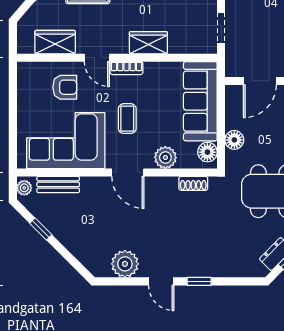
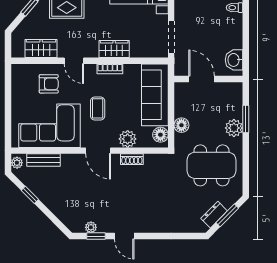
doorway: (221, 28) -> (171, 37), width x1.38
bookcase: (127, 68) -> (110, 69), moved
door: (260, 81) -> (202, 79), swing flipped
shoe rack: (193, 183) -> (132, 159), moved
plant: (125, 264) -> (91, 227), width x0.53, depth x0.53
window: (199, 281) -> (96, 236), moved

